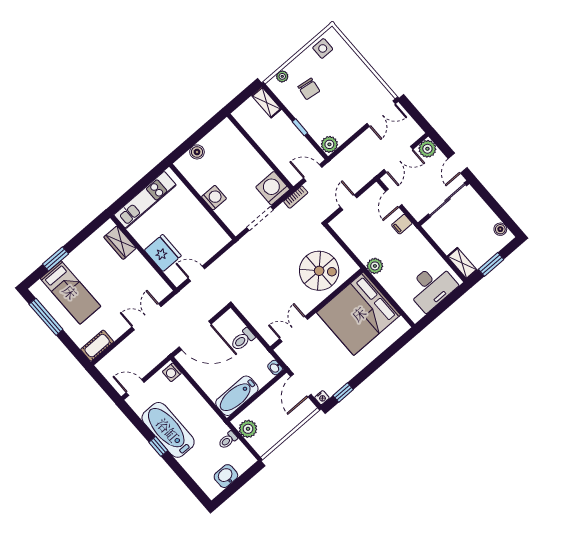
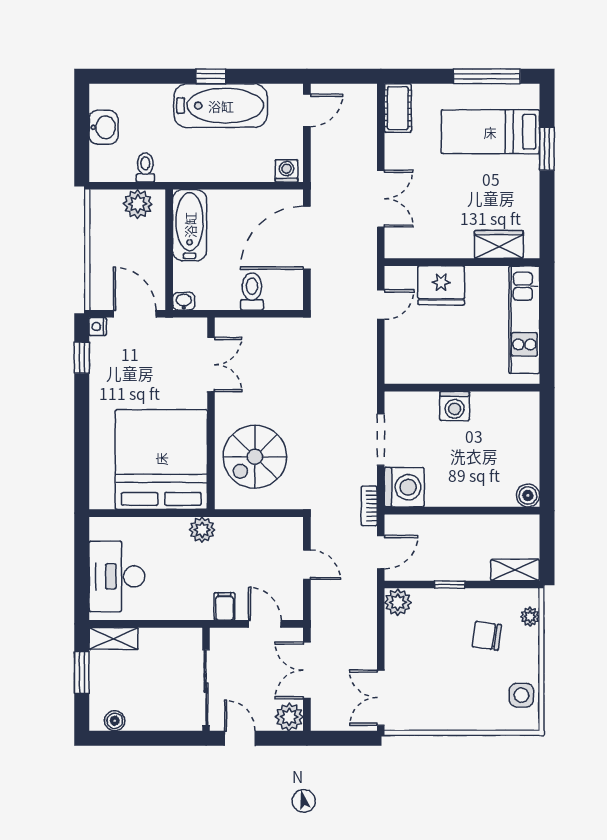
boiler: (197, 152) -> (528, 495), moved

